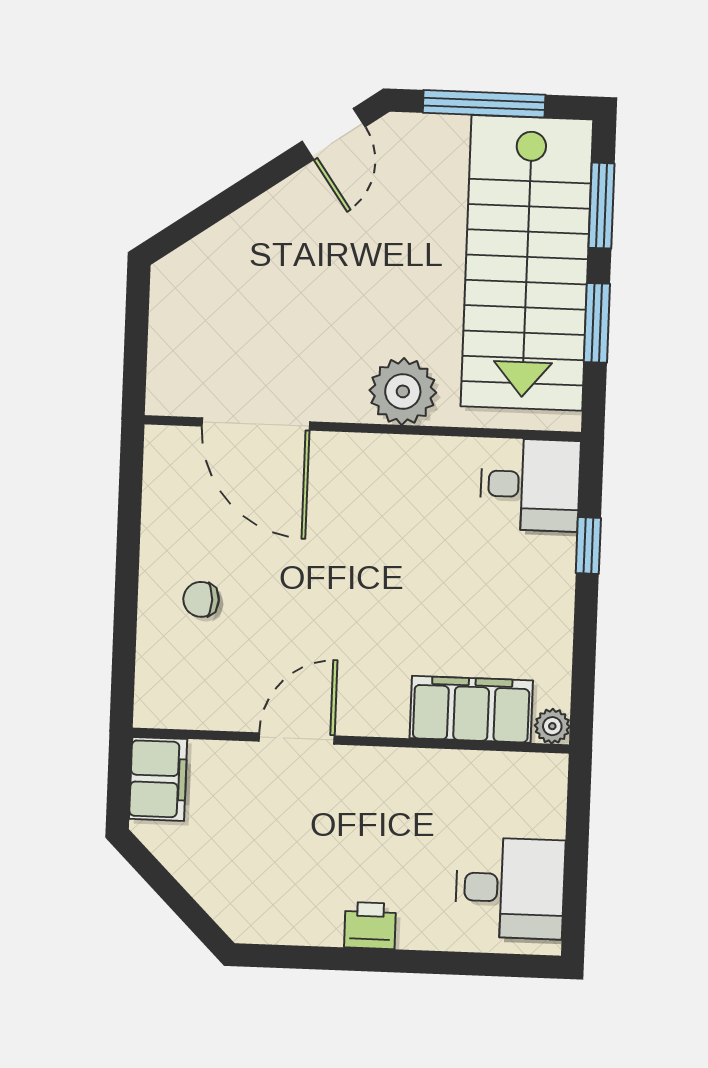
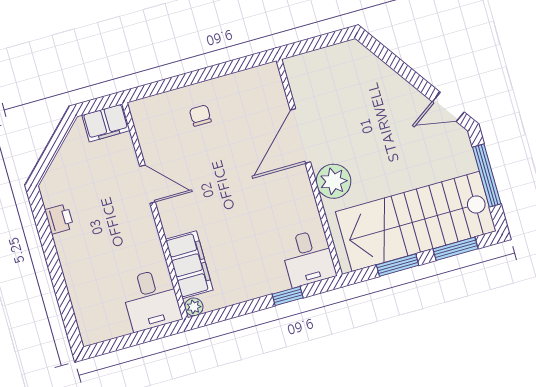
door: (256, 424) -> (300, 136), moved
desk: (510, 888) -> (151, 300), moved
printer: (370, 926) -> (59, 219), moved

